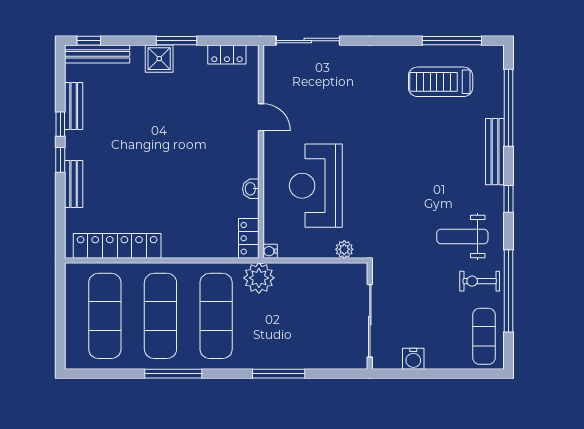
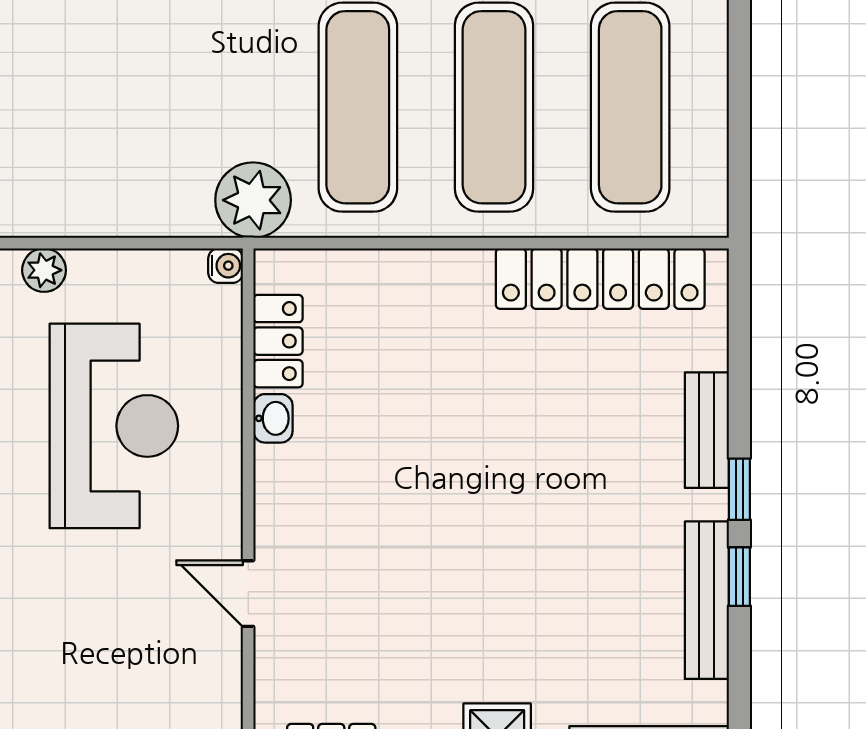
bench: (74, 106) -> (707, 600), width x1.36
locker: (249, 238) -> (278, 341), moved

